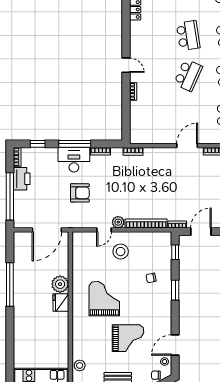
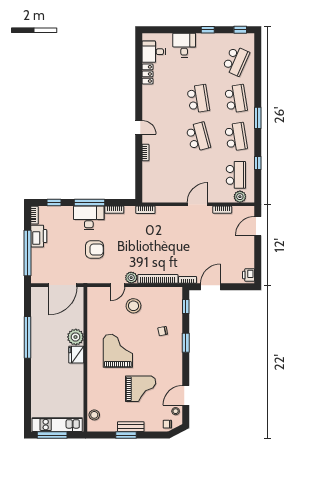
school desk: (188, 75) -> (198, 137), turned -39

